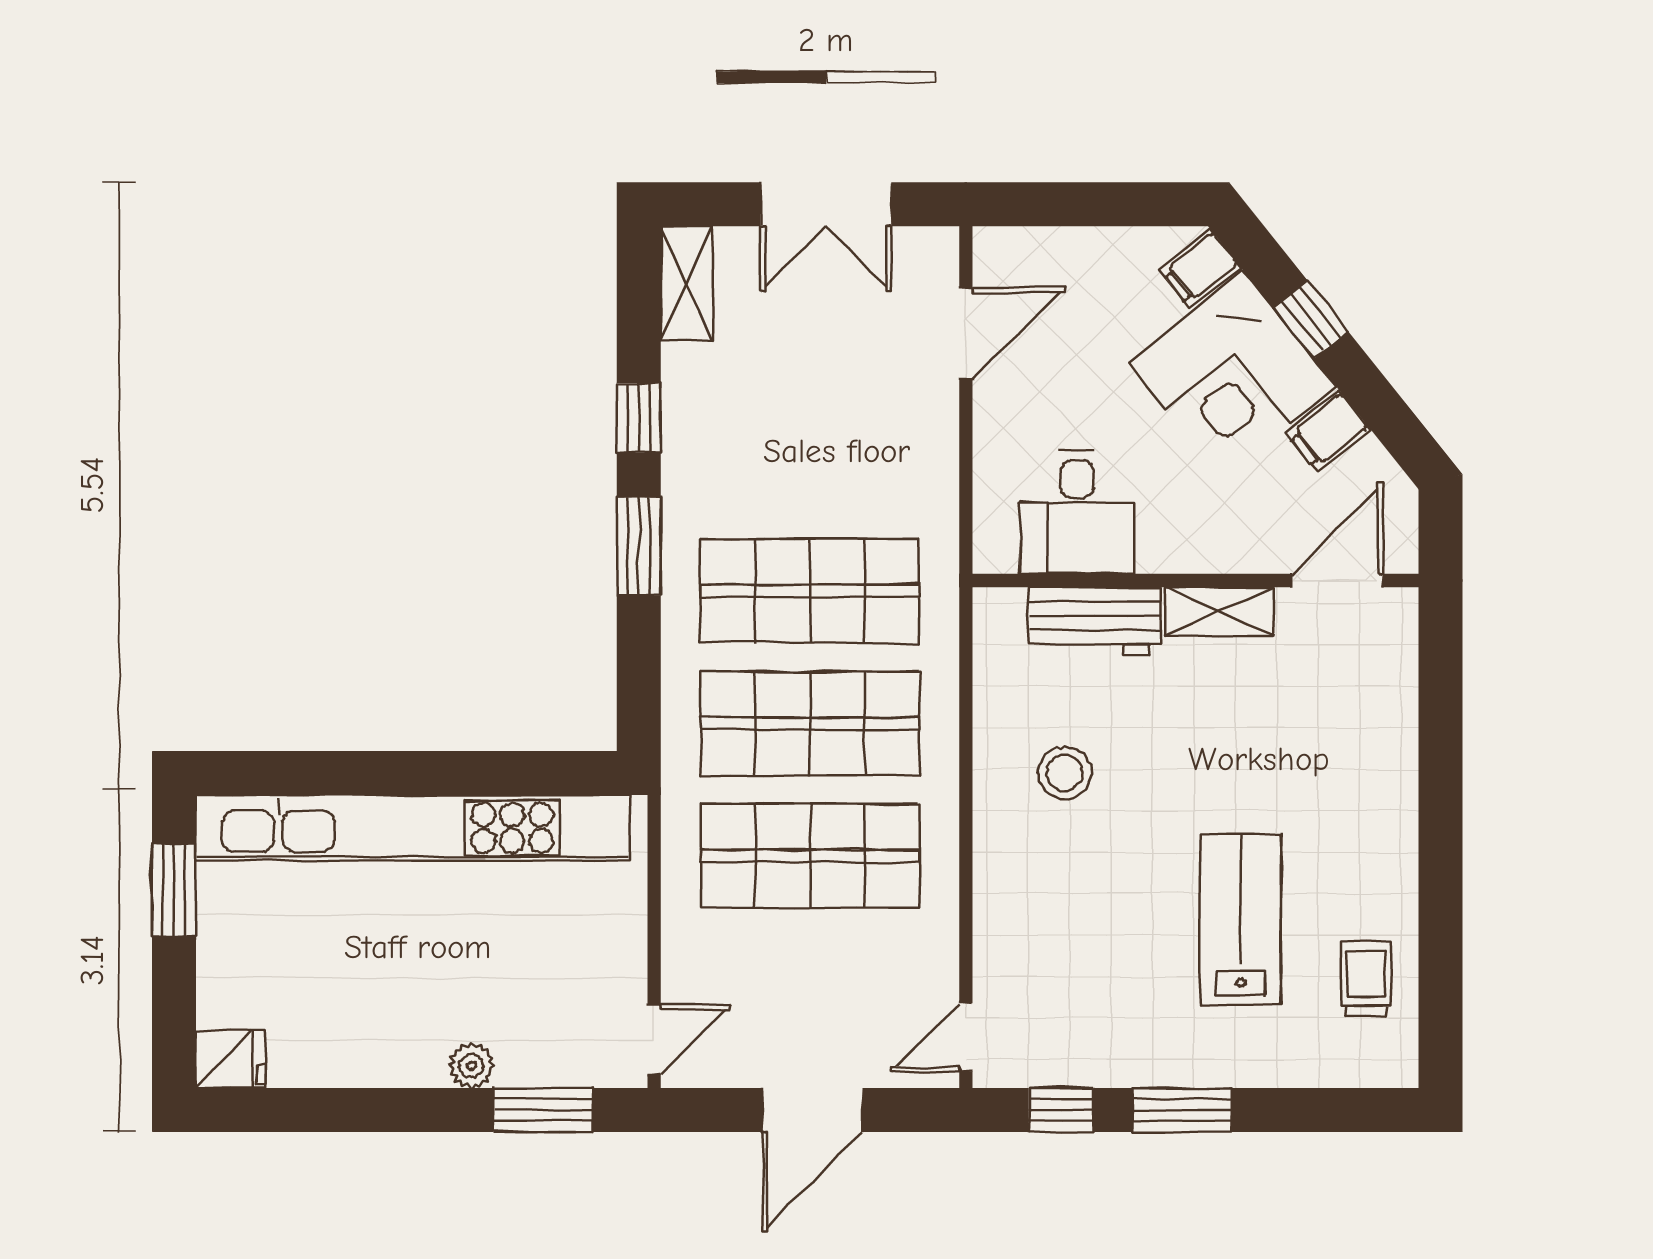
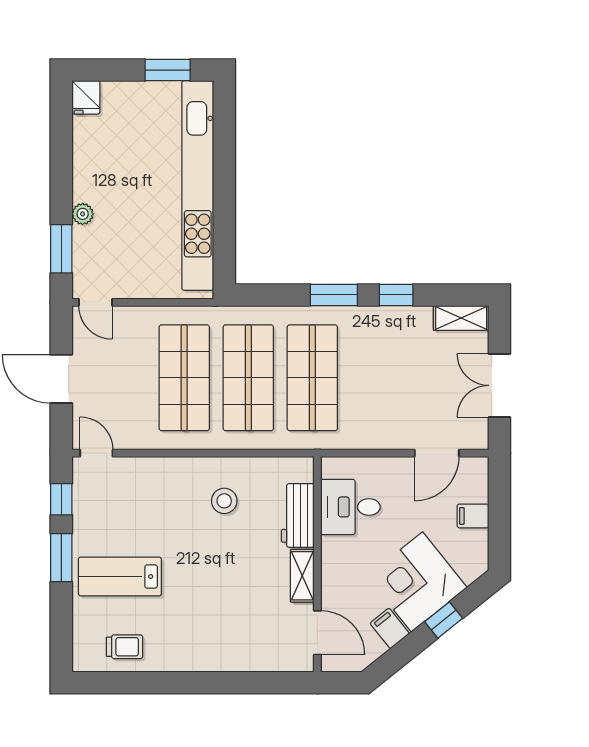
filing cabinet: (1200, 268) -> (473, 516), moved, turned -51
door: (966, 334) -> (437, 453), hinge flipped
lab bench: (1241, 919) -> (120, 577), moved, turned 180

